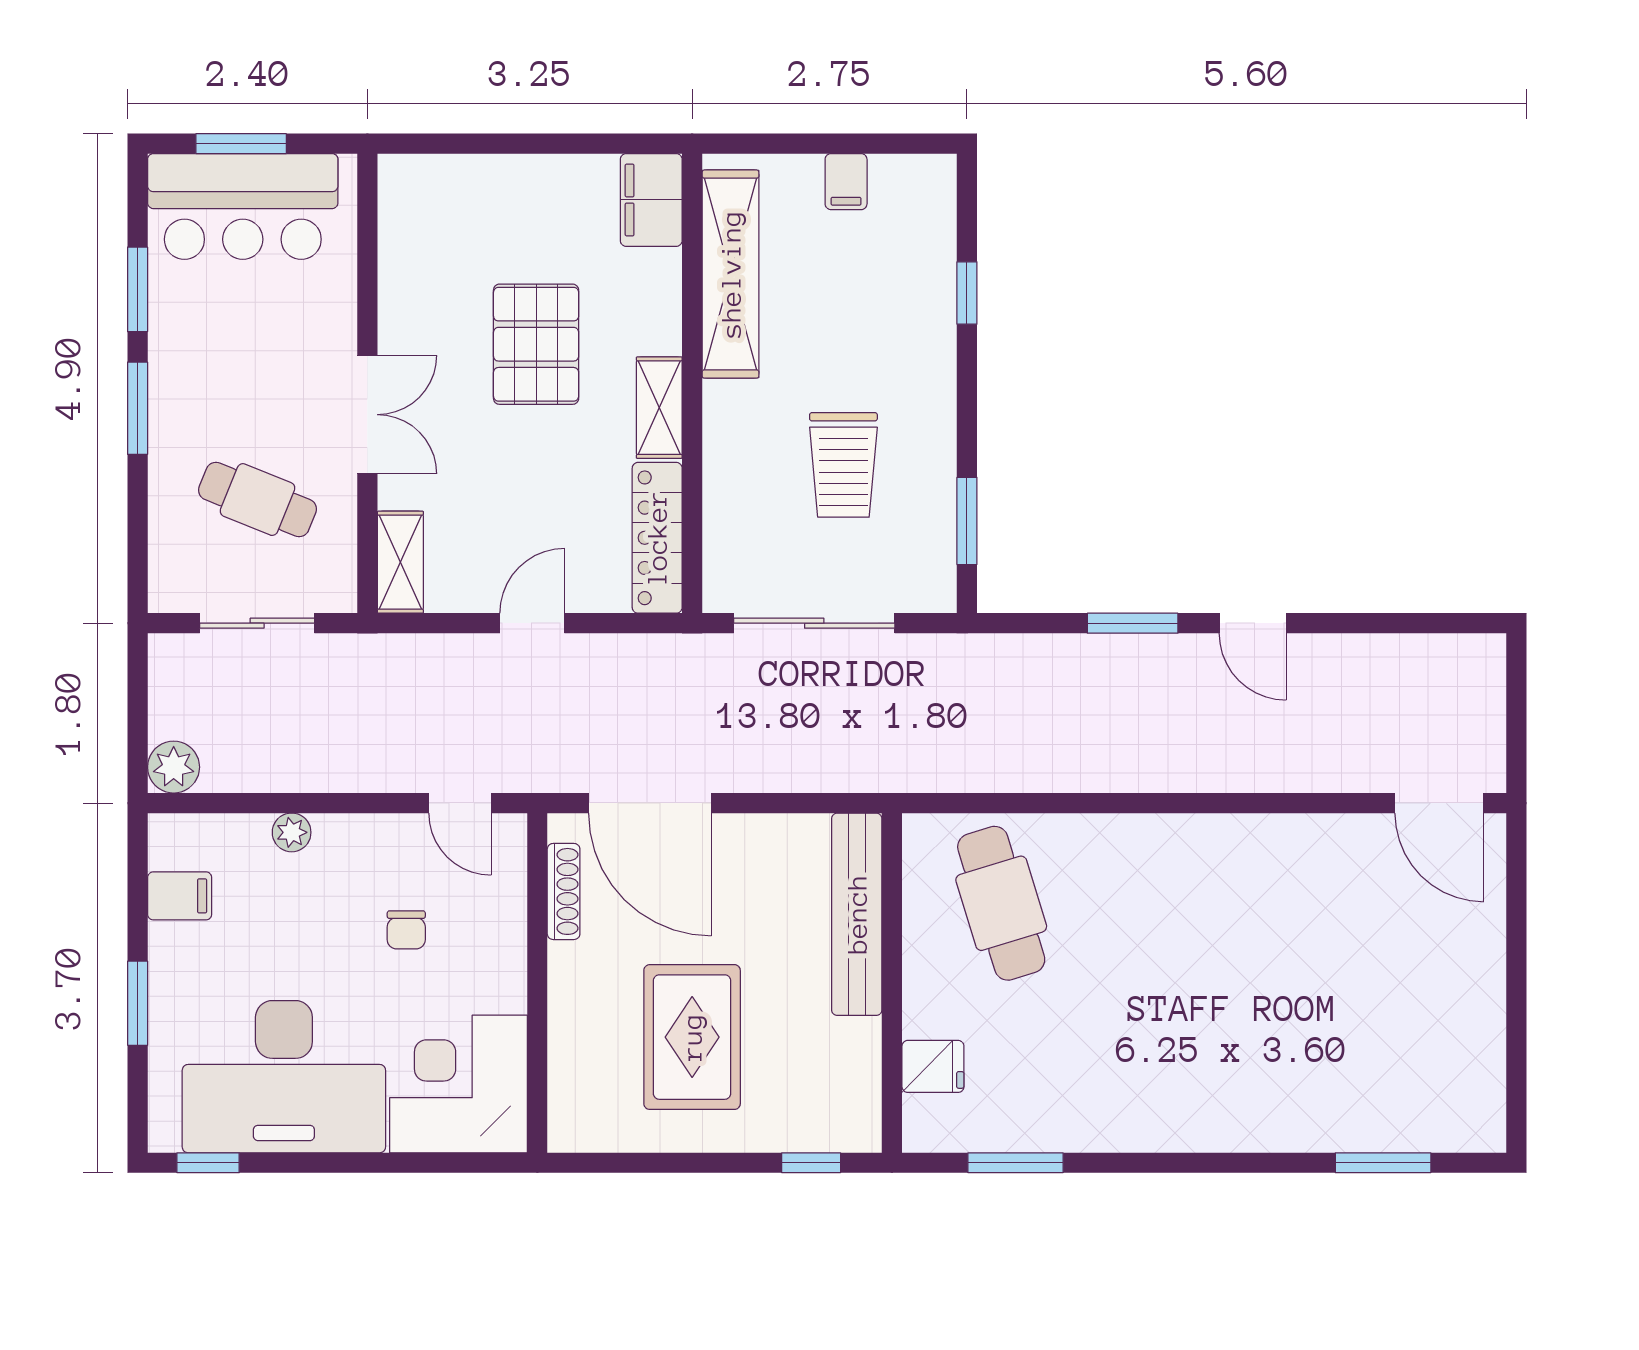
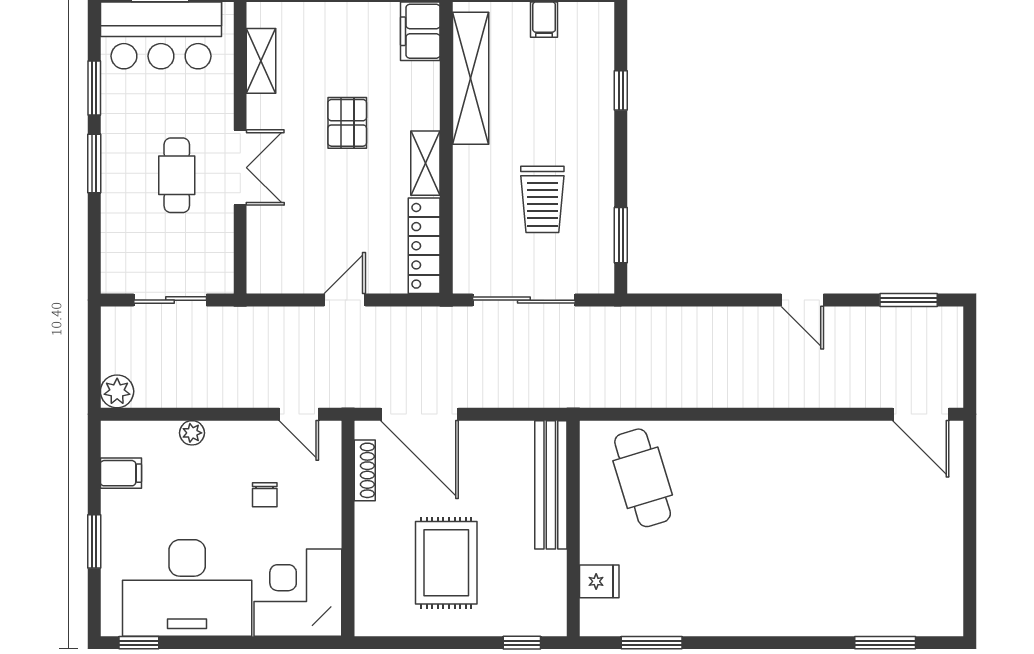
pallet: (536, 344) -> (347, 123), width x0.67, depth x0.71
cafe table: (258, 500) -> (177, 175), moved, turned 68
shelving: (400, 562) -> (261, 61), moved
window: (1133, 623) -> (909, 300), moved

